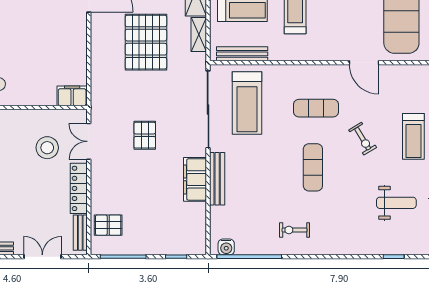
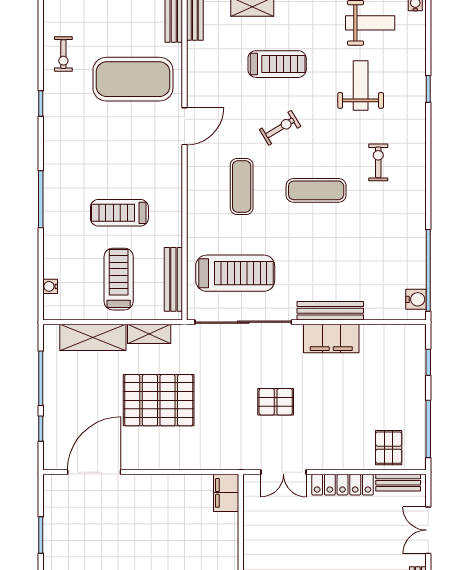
stool: (47, 148) -> (291, 524), removed
exercise bike: (294, 230) -> (378, 162), moved, turned 180

